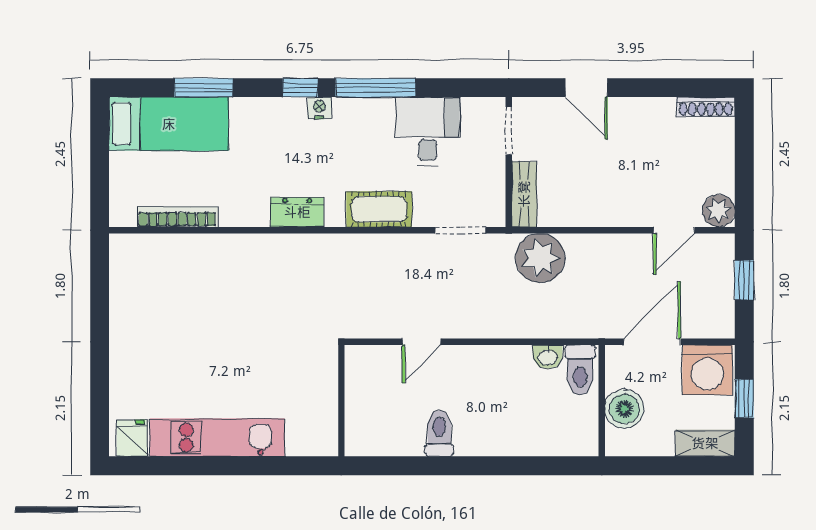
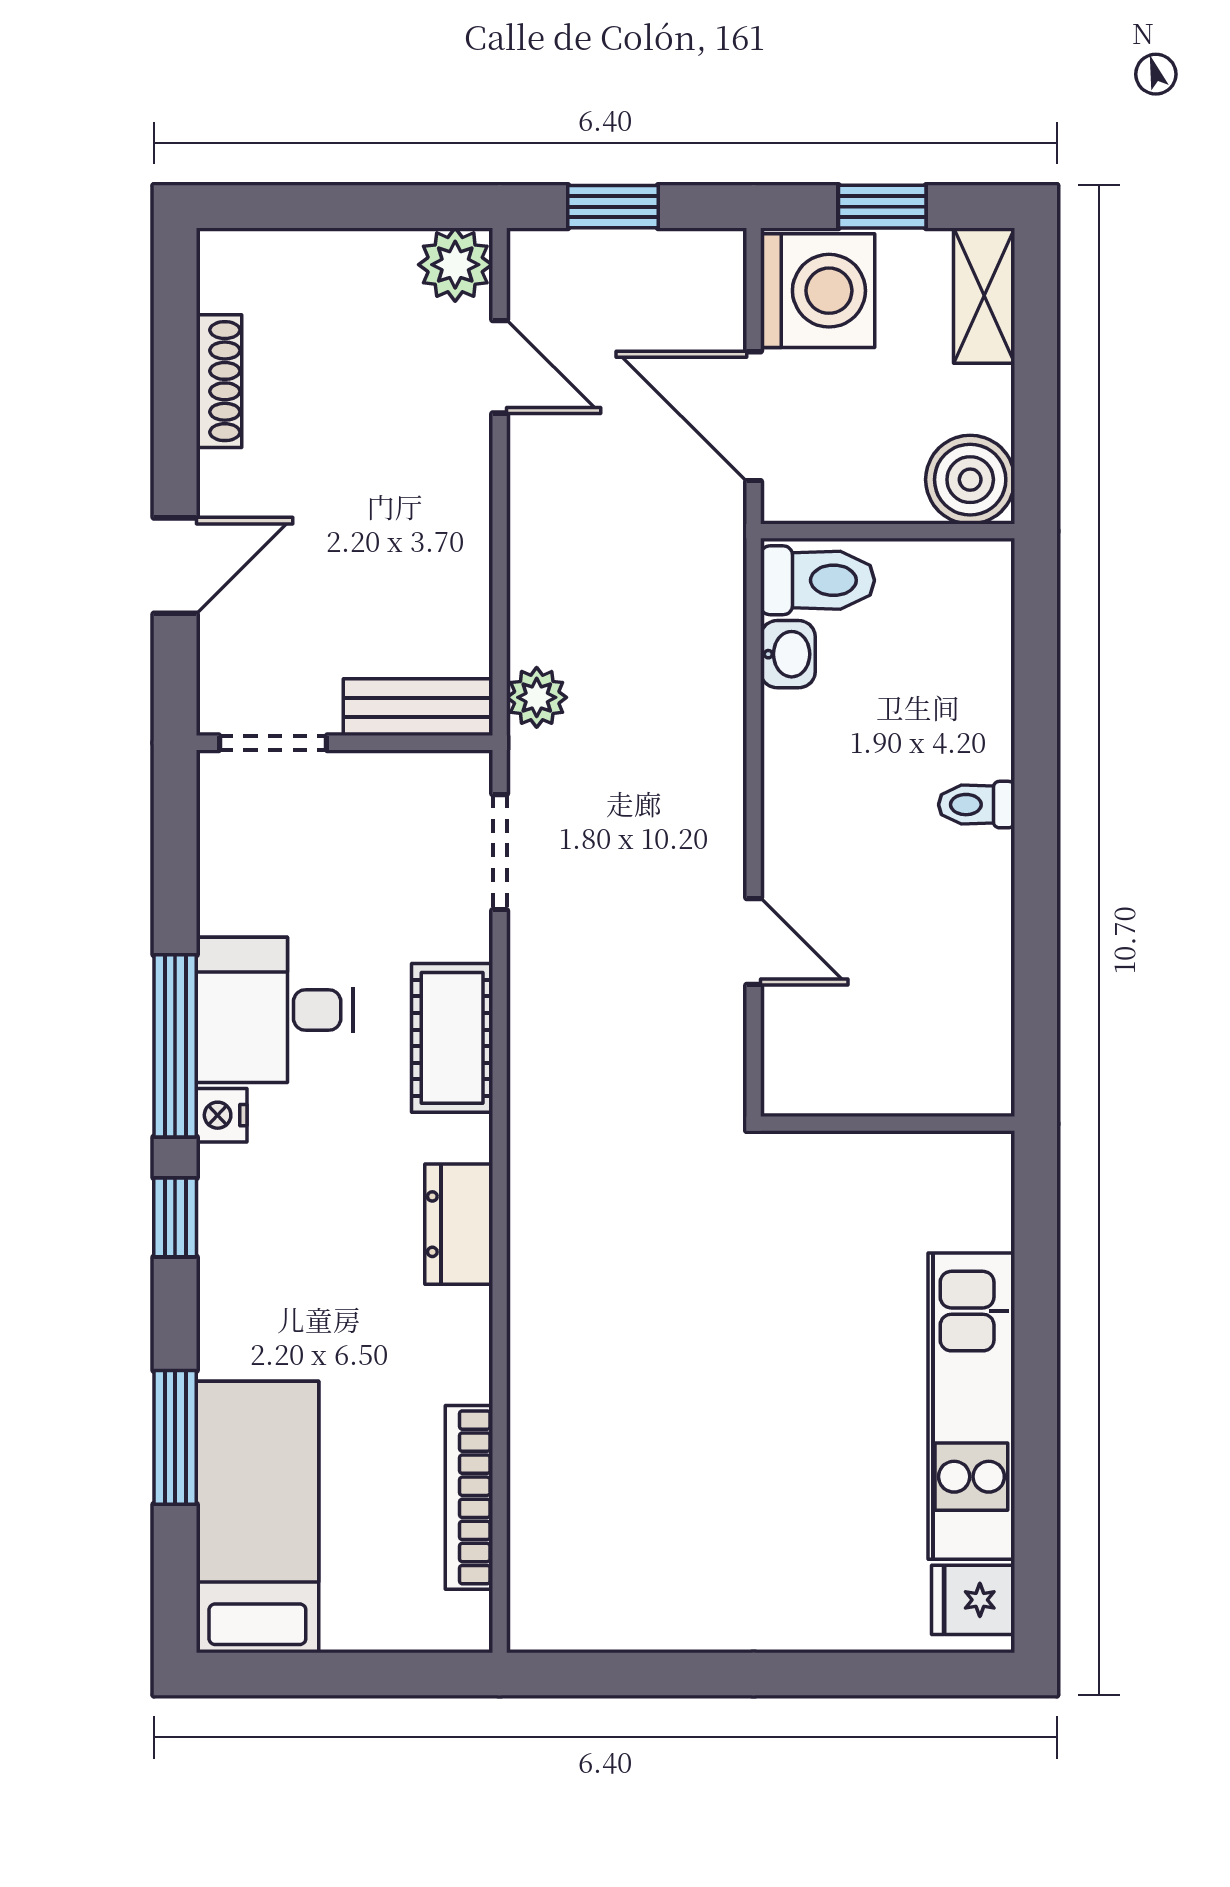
shoe rack: (706, 107) -> (219, 381), moved
nightstand: (319, 108) -> (222, 1115), moved
desk: (428, 131) -> (275, 1010), moved
plant: (540, 258) -> (537, 697), width x0.53, depth x0.53
boiler: (624, 409) -> (970, 480), moved
toilet: (439, 433) -> (977, 805), moved, width x0.73, depth x0.72

